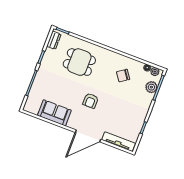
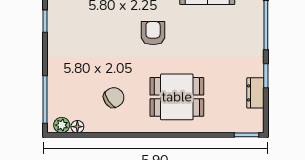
dresser: (54, 40) -> (255, 93), moved
dining table: (79, 62) -> (177, 97), moved
plant: (151, 87) -> (58, 96), removed

